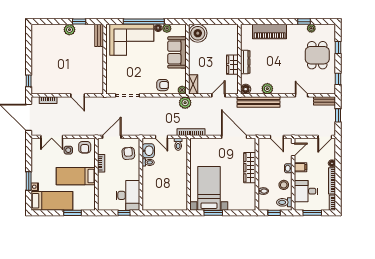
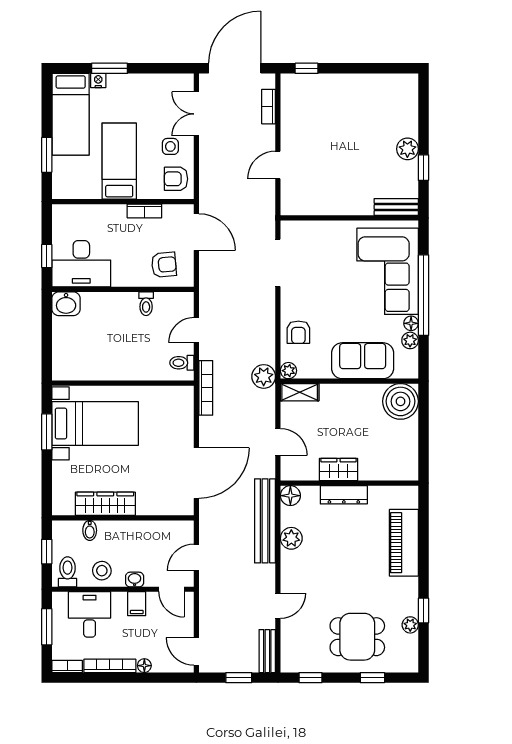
washbasin: (148, 151) -> (66, 304), moved
wardrobe: (250, 168) -> (105, 504), moved

